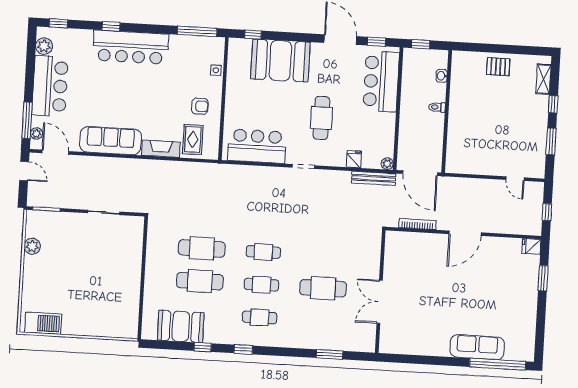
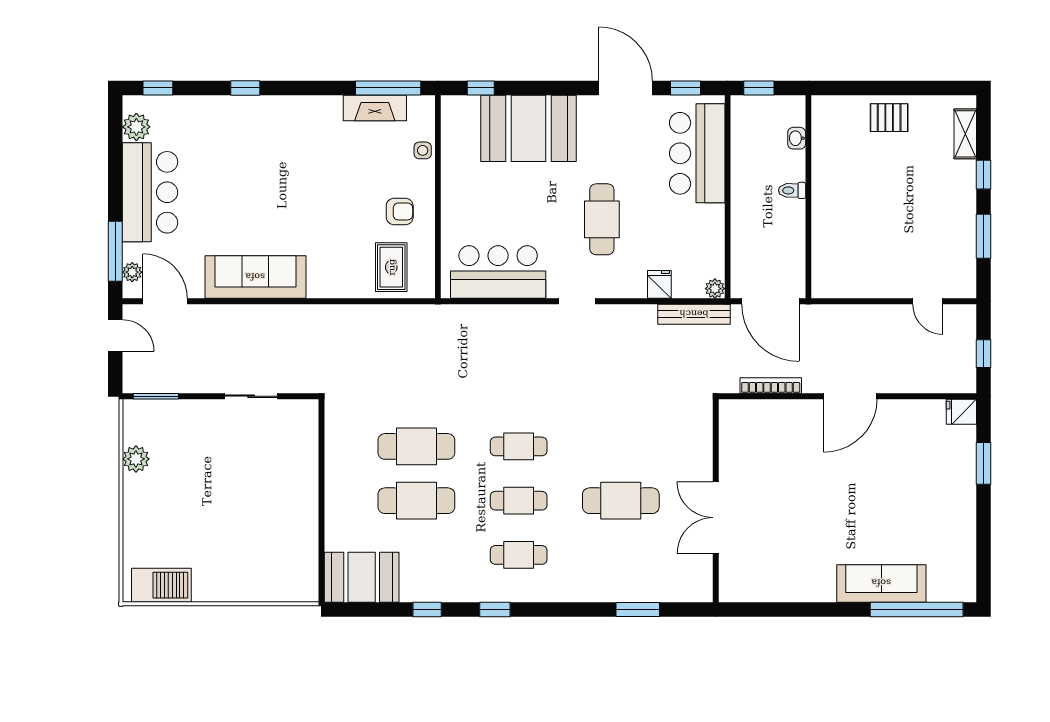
bar counter: (131, 47) -> (279, 120), removed
fireplace: (161, 149) -> (375, 108), moved, turned 180
booth: (181, 326) -> (362, 577), moved

